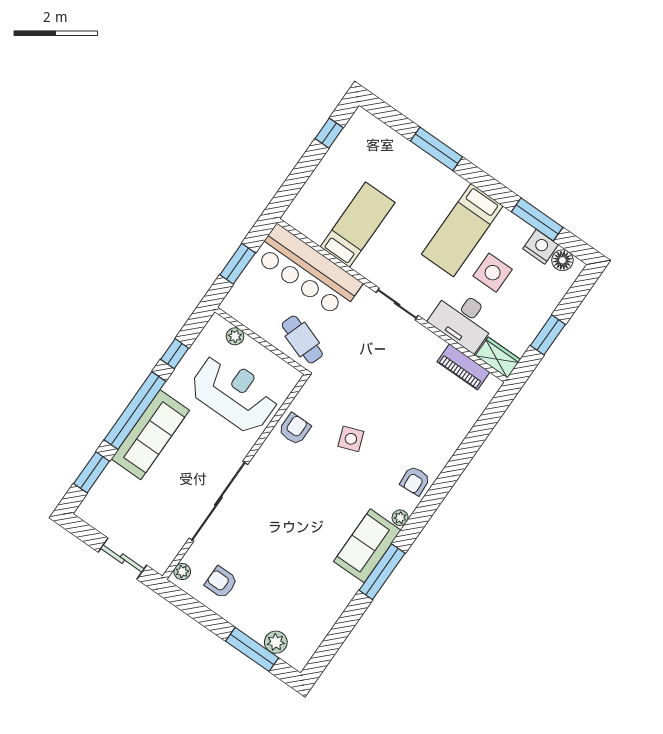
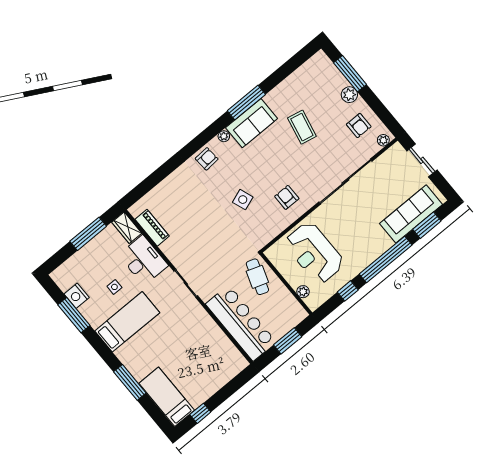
bed: (358, 225) -> (167, 397), moved, turned 90
floor lamp: (562, 260) -> (64, 282), removed
side table: (493, 273) -> (114, 287), width x0.54, depth x0.54
window: (548, 335) -> (88, 234), width x1.44
armchair: (295, 429) -> (287, 197), moved, turned 90
sofa: (150, 435) -> (411, 214), moved
coffee table: (297, 559) -> (302, 127), added
plant: (276, 642) -> (349, 95), moved

